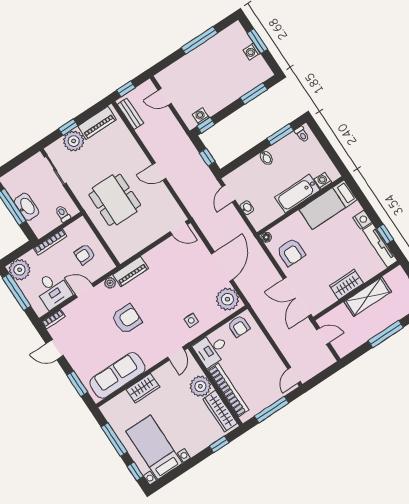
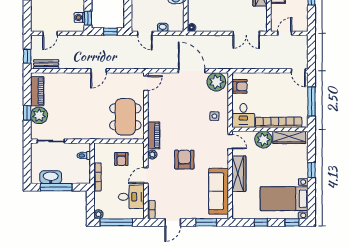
dining table: (115, 200) -> (125, 117), moved, turned 90
washbasin: (26, 207) -> (51, 177), moved
armchair: (291, 252) -> (213, 17), removed
plant: (20, 270) -> (98, 214), width x0.53, depth x0.53
double door: (297, 297) -> (246, 33), width x0.73
wardrobe: (143, 388) -> (239, 174), width x1.50
window: (114, 440) -> (261, 222), width x0.46
window: (219, 444) -> (311, 170), moved

